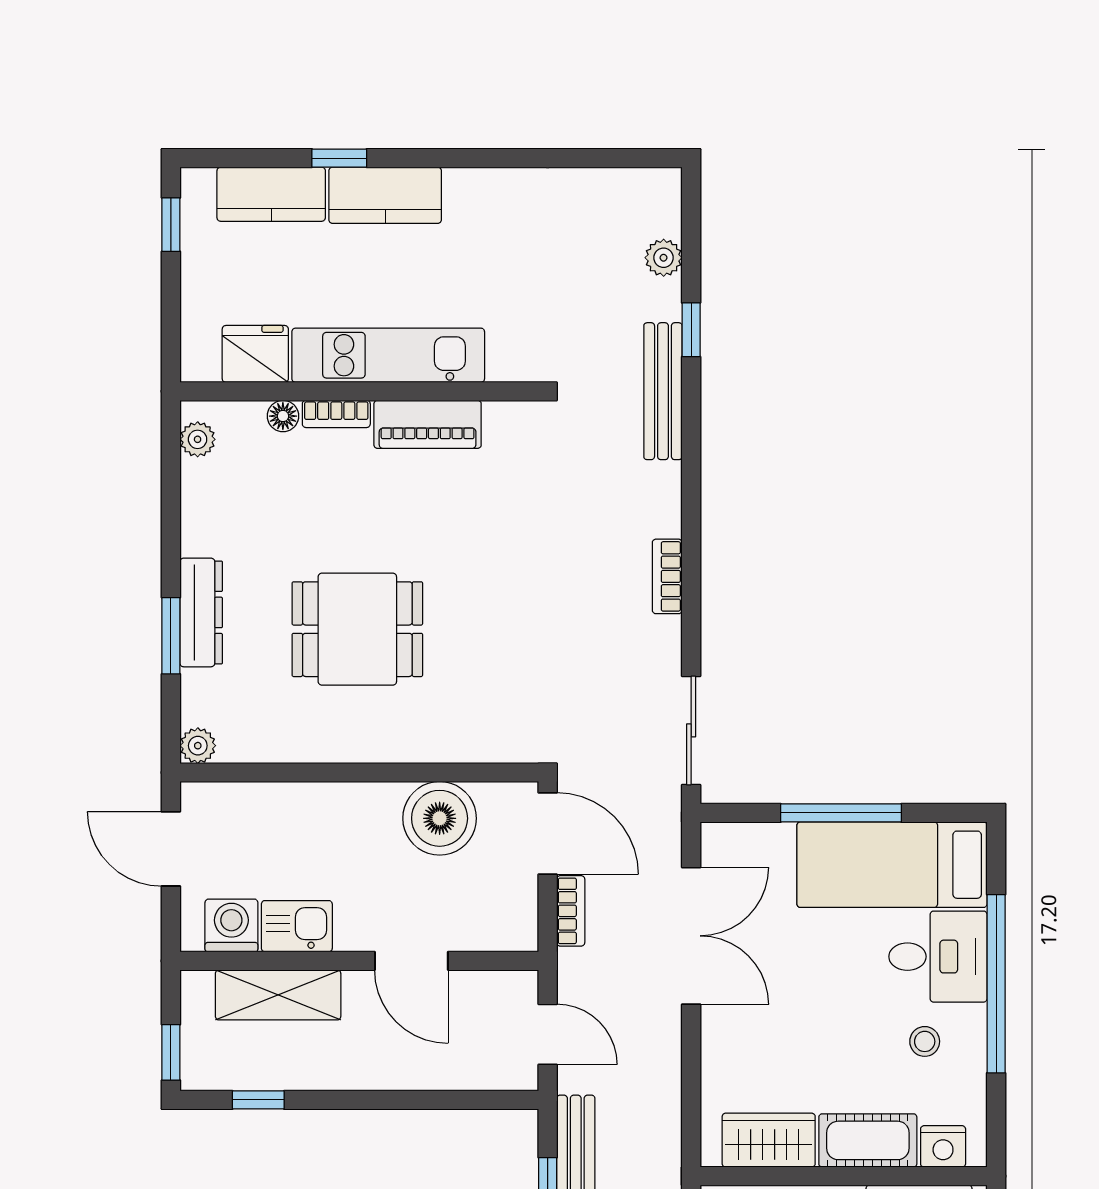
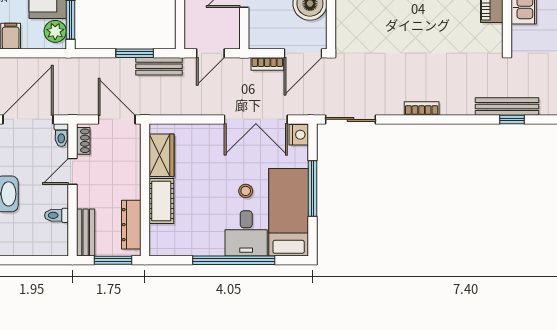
window: (691, 330) -> (512, 119), moved
stool: (925, 1041) -> (246, 191), moved
nightstand: (943, 1146) -> (299, 135), moved, turned 180

